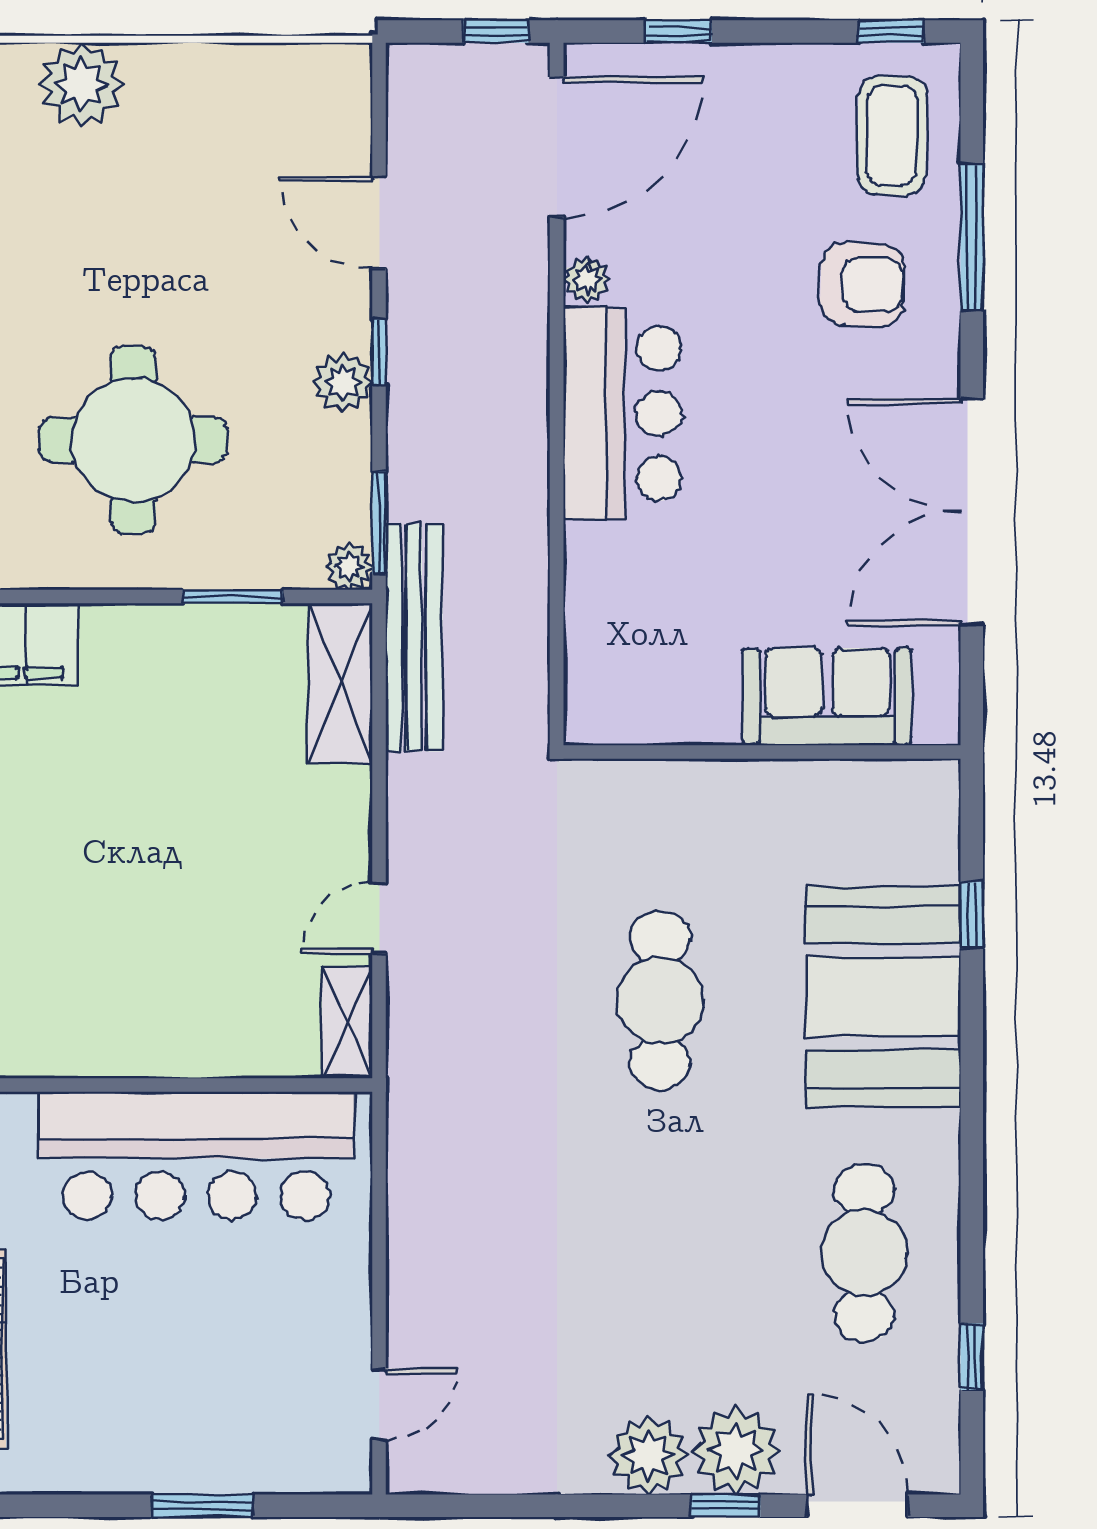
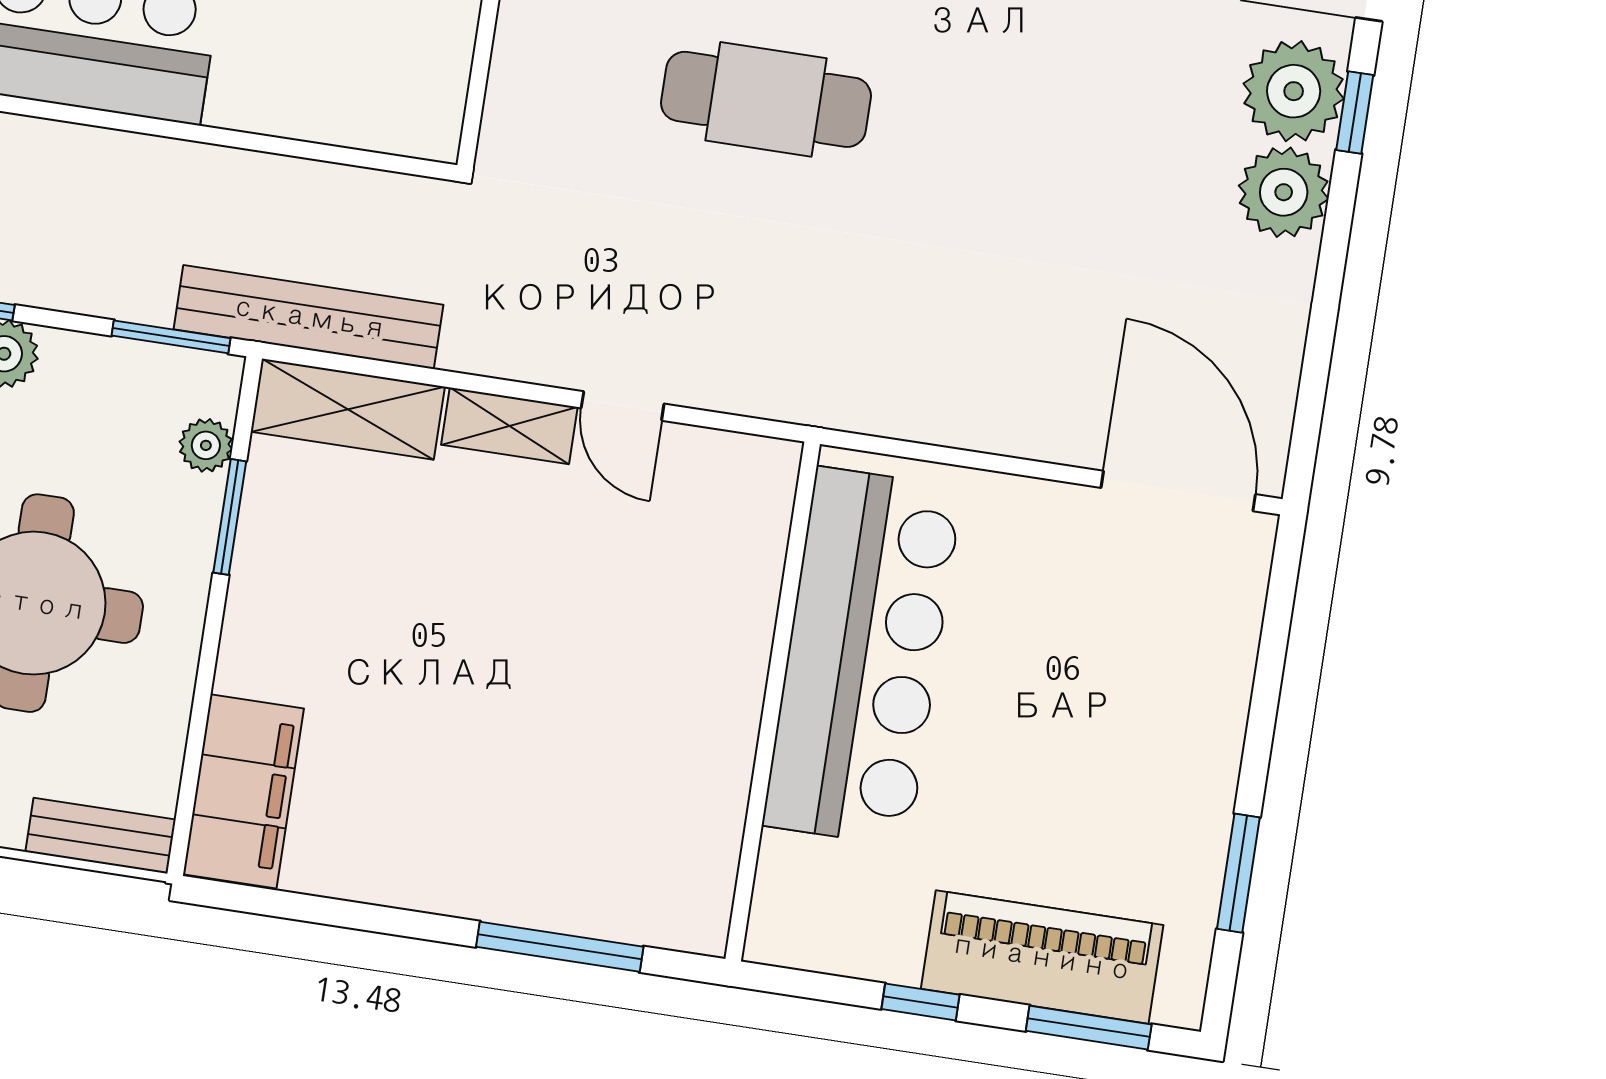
plant: (349, 567) -> (206, 445), moved
shelving: (347, 1022) -> (509, 426), moved
door: (379, 1404) -> (1178, 491), width x1.87
window: (202, 1506) -> (1238, 873), moved

